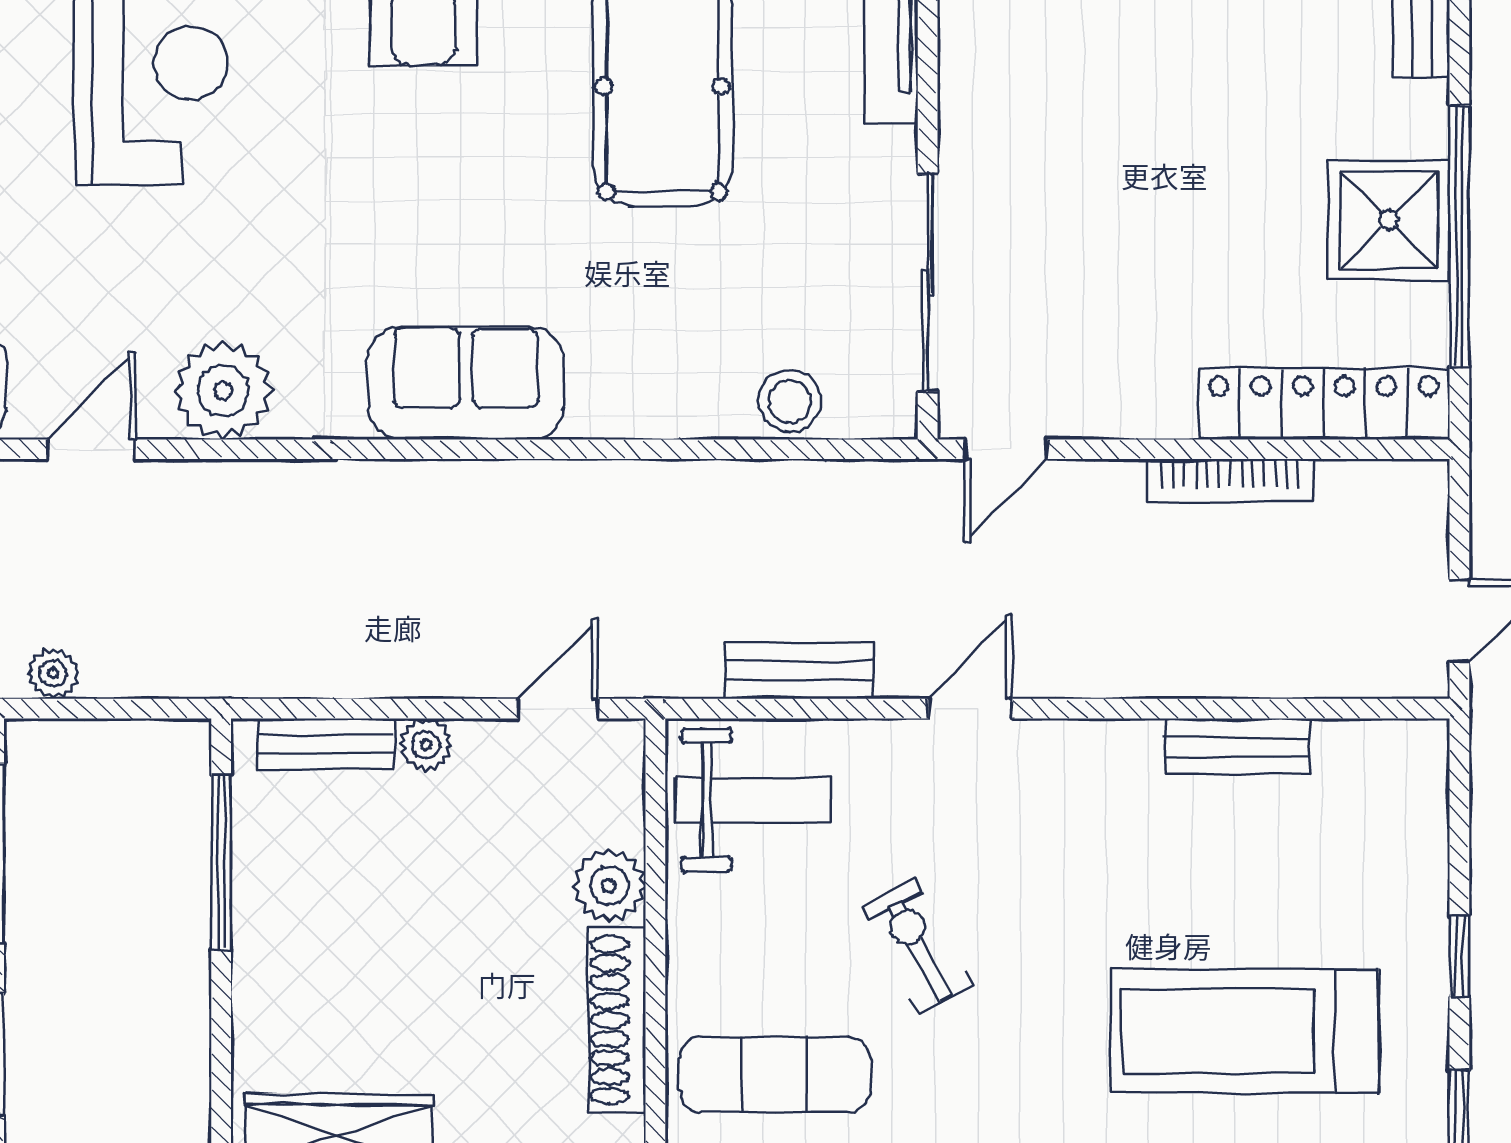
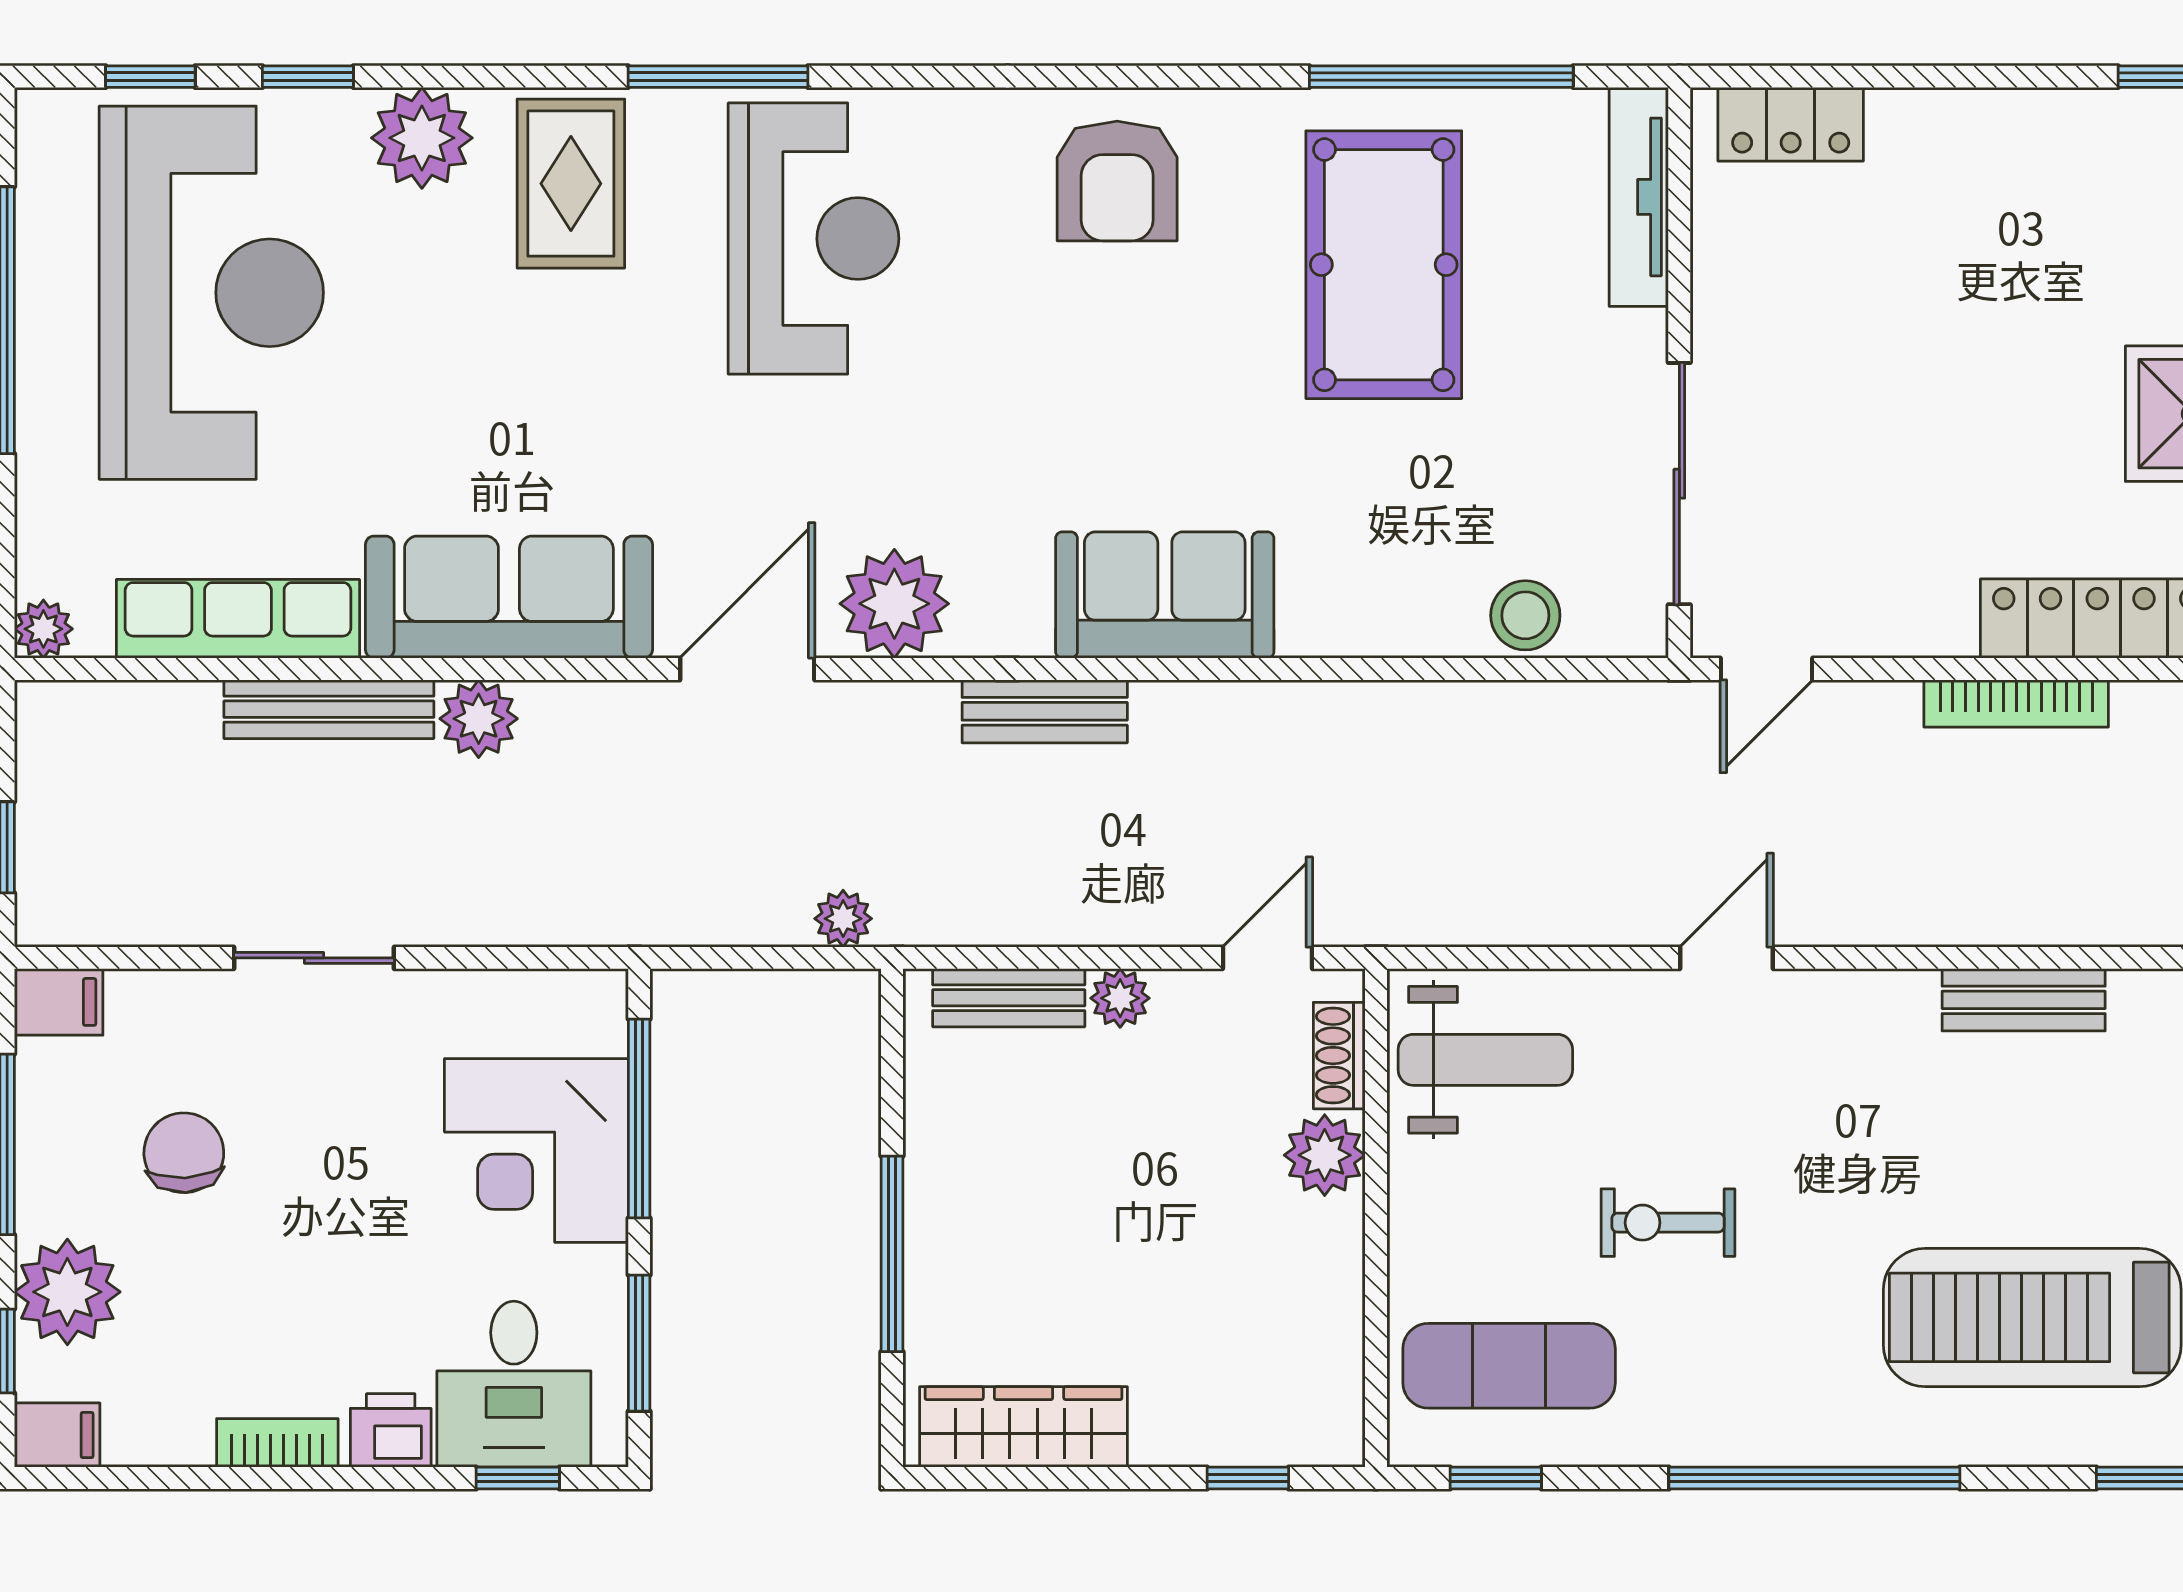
door: (91, 449) -> (747, 669), width x1.37
bench: (799, 671) -> (1045, 711), moved
plant: (53, 673) -> (843, 919), moved
window: (221, 862) -> (892, 1254), moved
exercise bike: (918, 946) -> (1668, 1223), turned -62
shoe rack: (617, 1020) -> (1339, 1056), moved, width x0.51, depth x0.81

